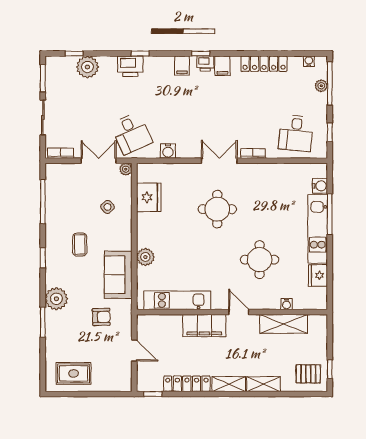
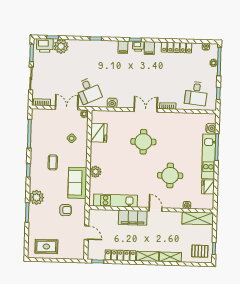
printer: (130, 66) -> (45, 45), moved
shelving: (284, 324) -> (198, 218), moved

